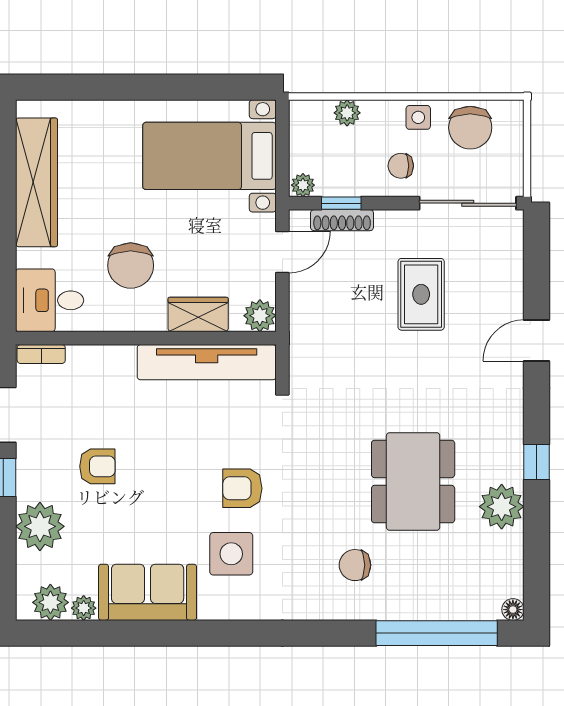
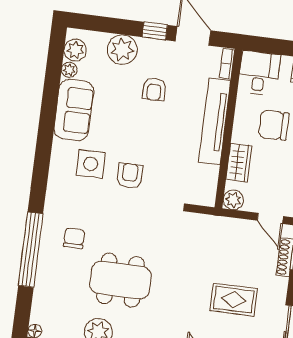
tv unit: (207, 362) -> (215, 121), moved
window: (437, 633) -> (31, 250), moved

